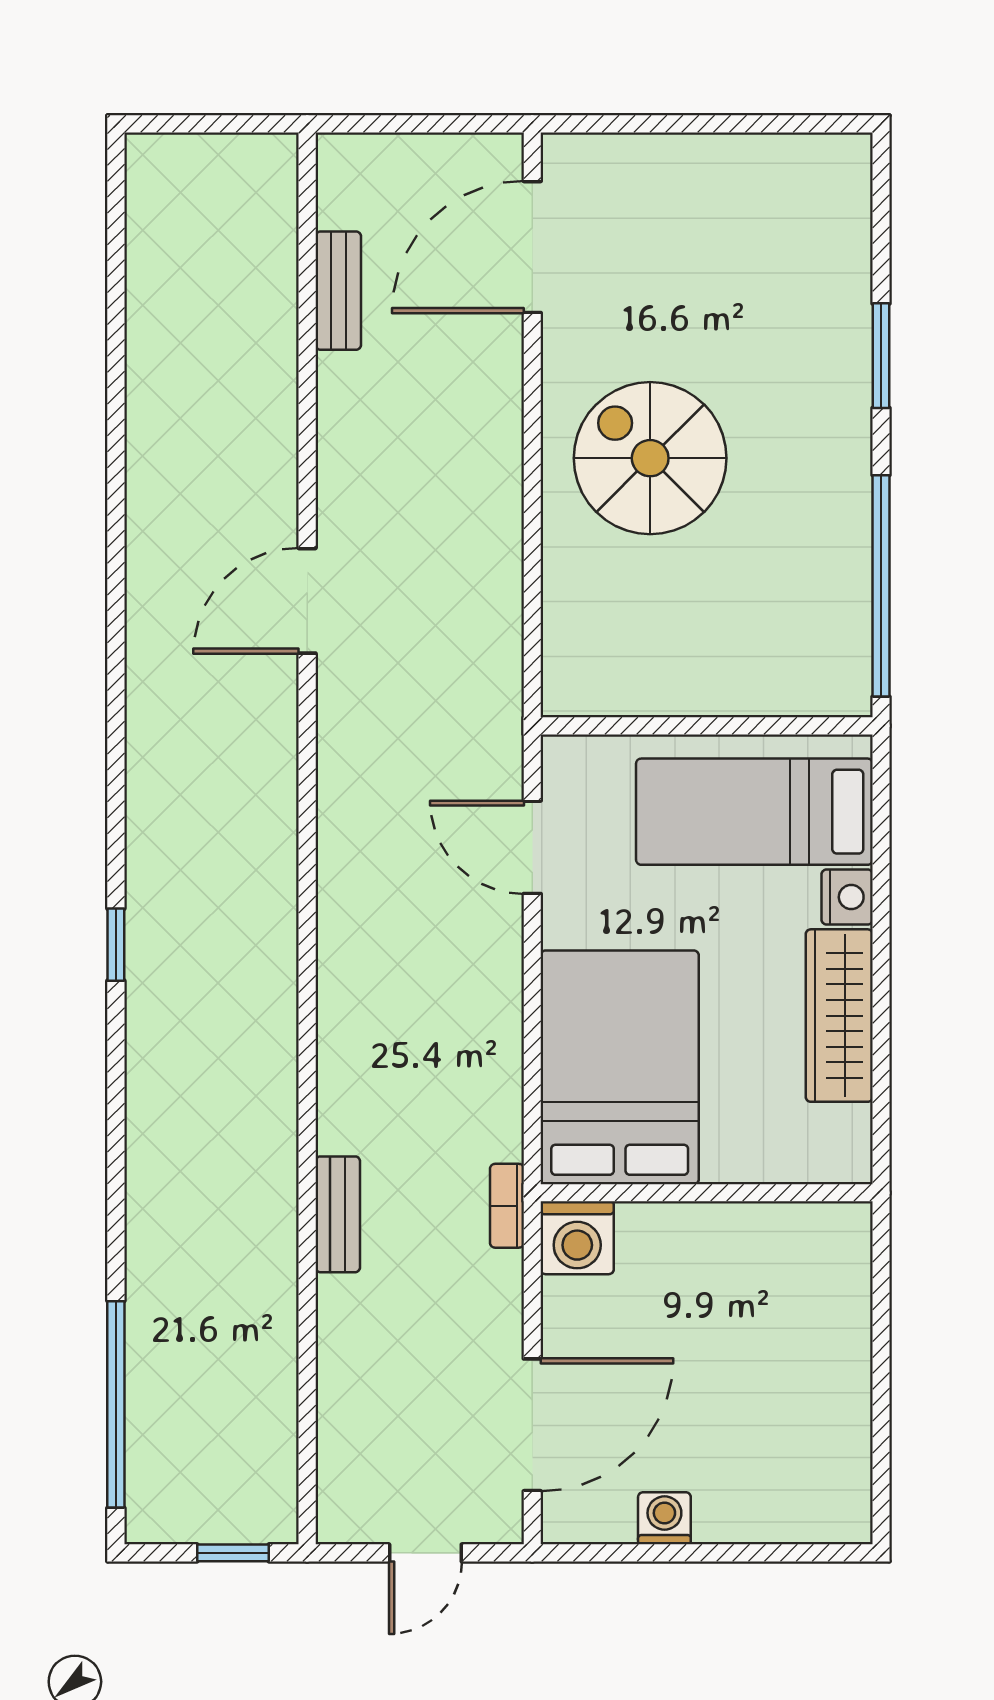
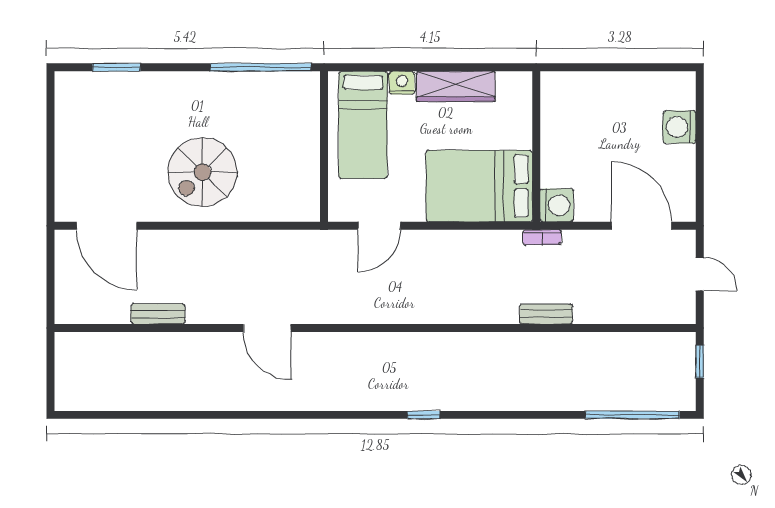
bench: (338, 291) -> (158, 314), moved
window: (881, 356) -> (116, 67), moved
washing machine: (664, 1518) -> (680, 127), moved, width x1.38, depth x1.38

